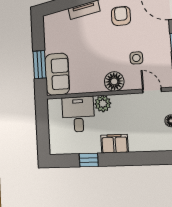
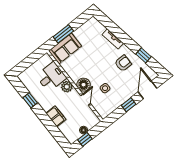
door: (152, 90) -> (86, 100), moved
filing cabinet: (114, 144) -> (56, 116), moved

